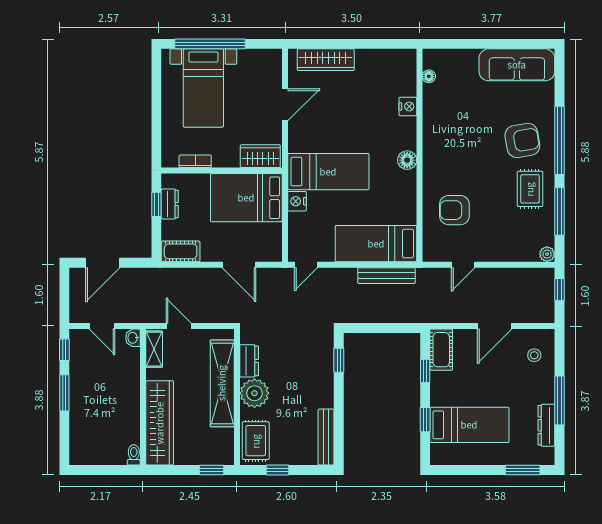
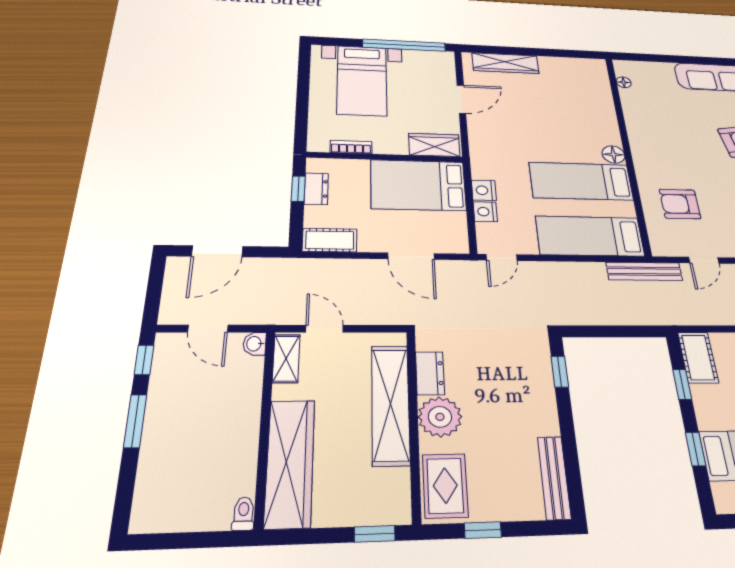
window: (210, 44) -> (404, 45), moved
nightstand: (408, 106) -> (485, 212), moved, turned 180
bed: (328, 172) -> (581, 181), moved, turned 180
bench: (386, 276) -> (644, 271), moved

